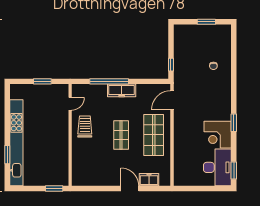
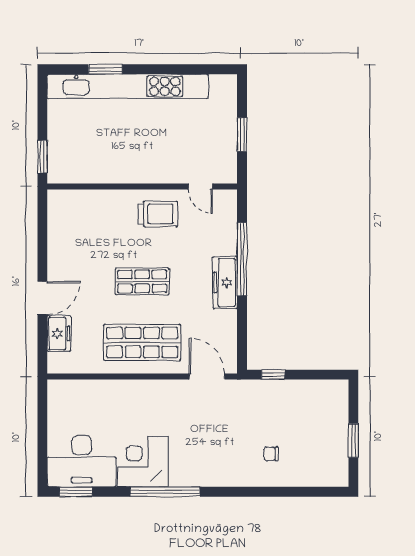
window: (234, 123) -> (165, 492), width x2.11

